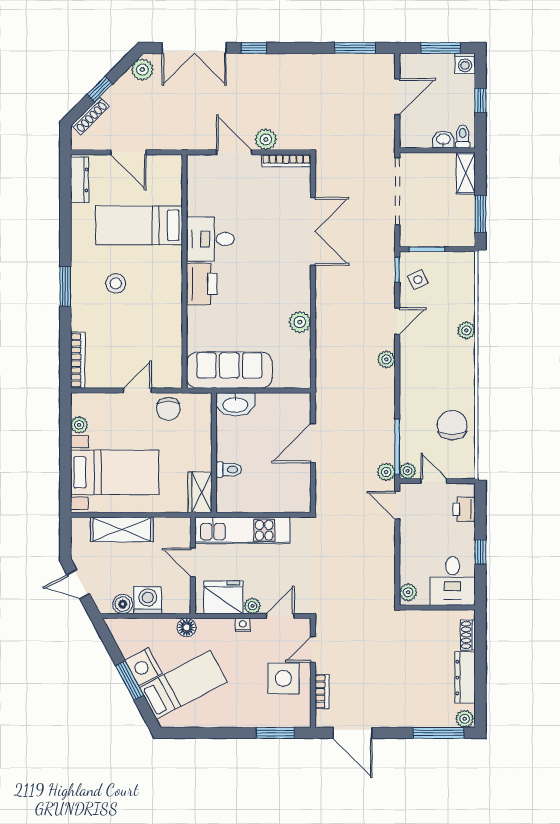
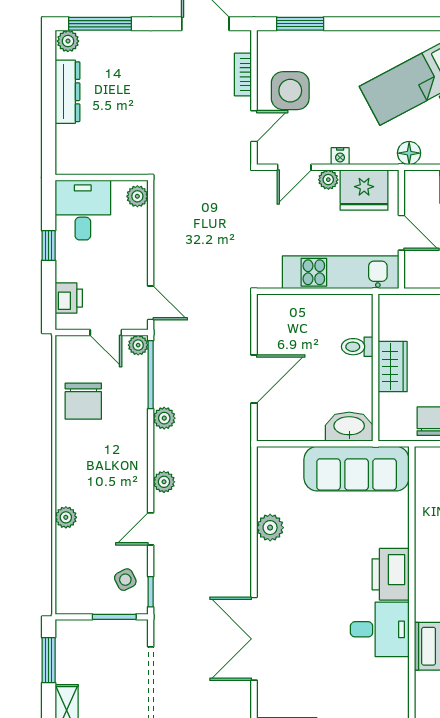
plant: (386, 472) -> (164, 418), moved
wardrobe: (200, 492) -> (393, 367), moved
shoe rack: (468, 635) -> (64, 144), removed

